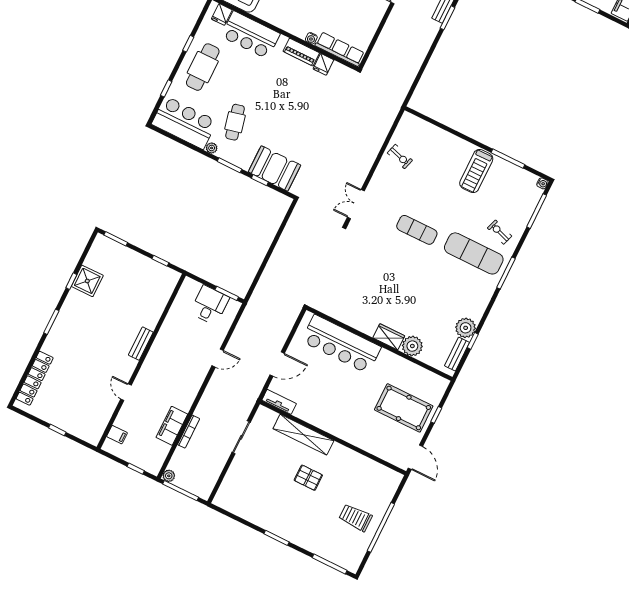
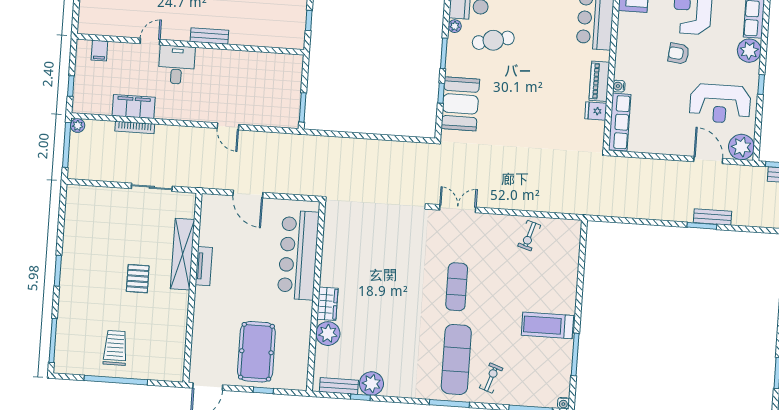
desk: (210, 305) -> (177, 65), moved, turned -90
tv unit: (279, 402) -> (204, 266), moved

